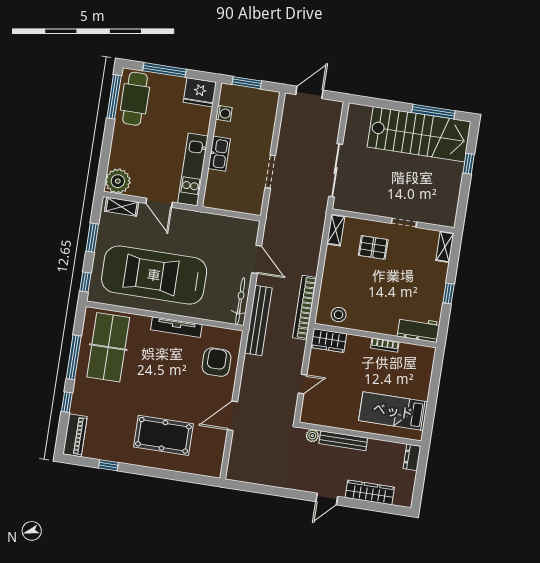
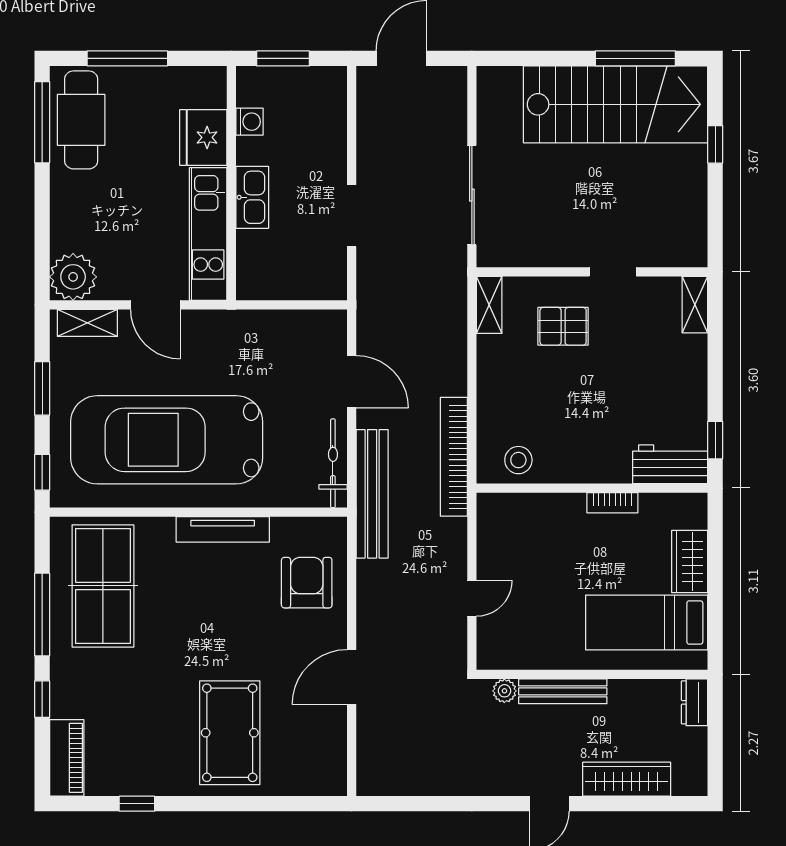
fridge: (200, 92) -> (203, 137), moved, turned 90
window: (449, 293) -> (715, 440), moved
wardrobe: (329, 341) -> (690, 562), moved, turned 90
pool table: (163, 435) -> (230, 733), turned 90

